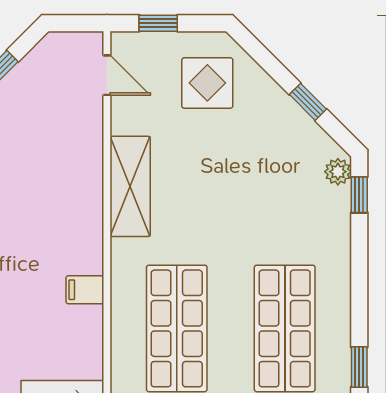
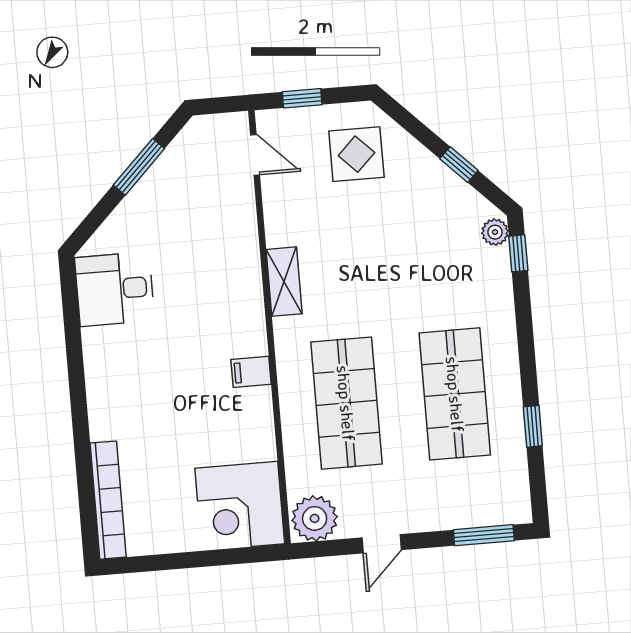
shelving: (130, 186) -> (284, 282), width x0.67, depth x0.75

